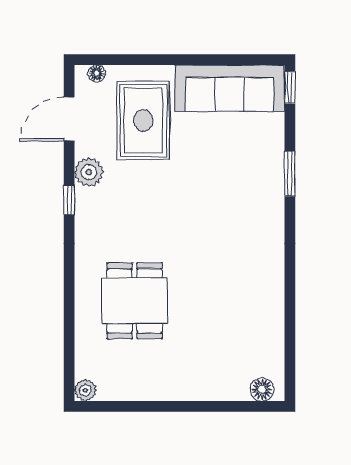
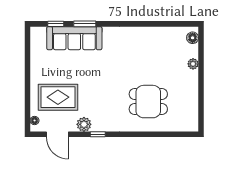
window: (290, 87) -> (56, 24), moved
sofa: (230, 88) -> (74, 38), moved, turned 90
plant: (85, 390) -> (193, 64), moved

